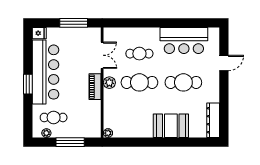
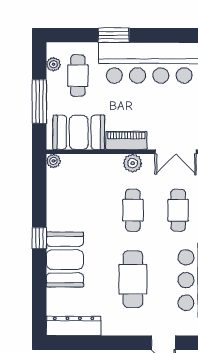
cafe table: (139, 82) -> (133, 210), width x0.73, depth x0.74
window: (28, 84) -> (114, 35), moved
booth: (90, 117) -> (79, 132), added
window: (157, 142) -> (39, 238), added

